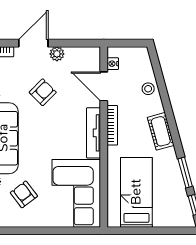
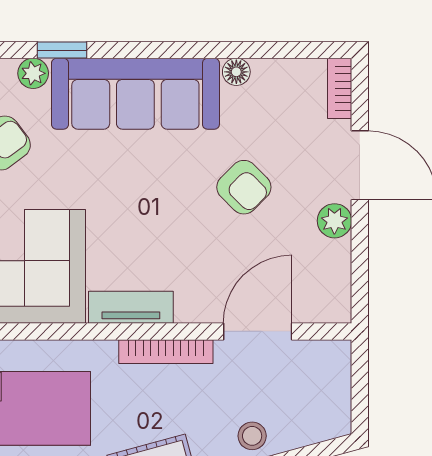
nightstand: (113, 64) -> (311, 353), removed
tv unit: (94, 133) -> (131, 307), width x0.71

